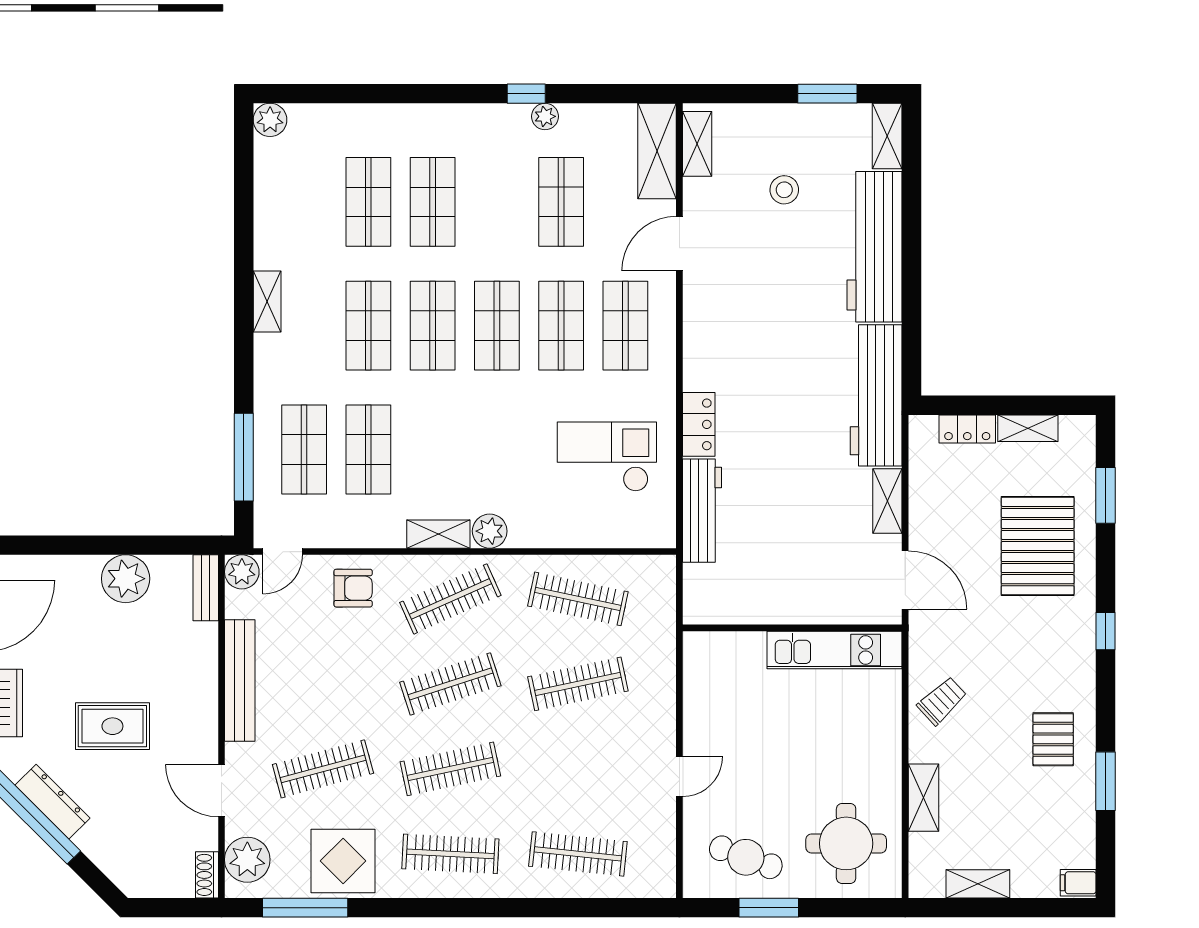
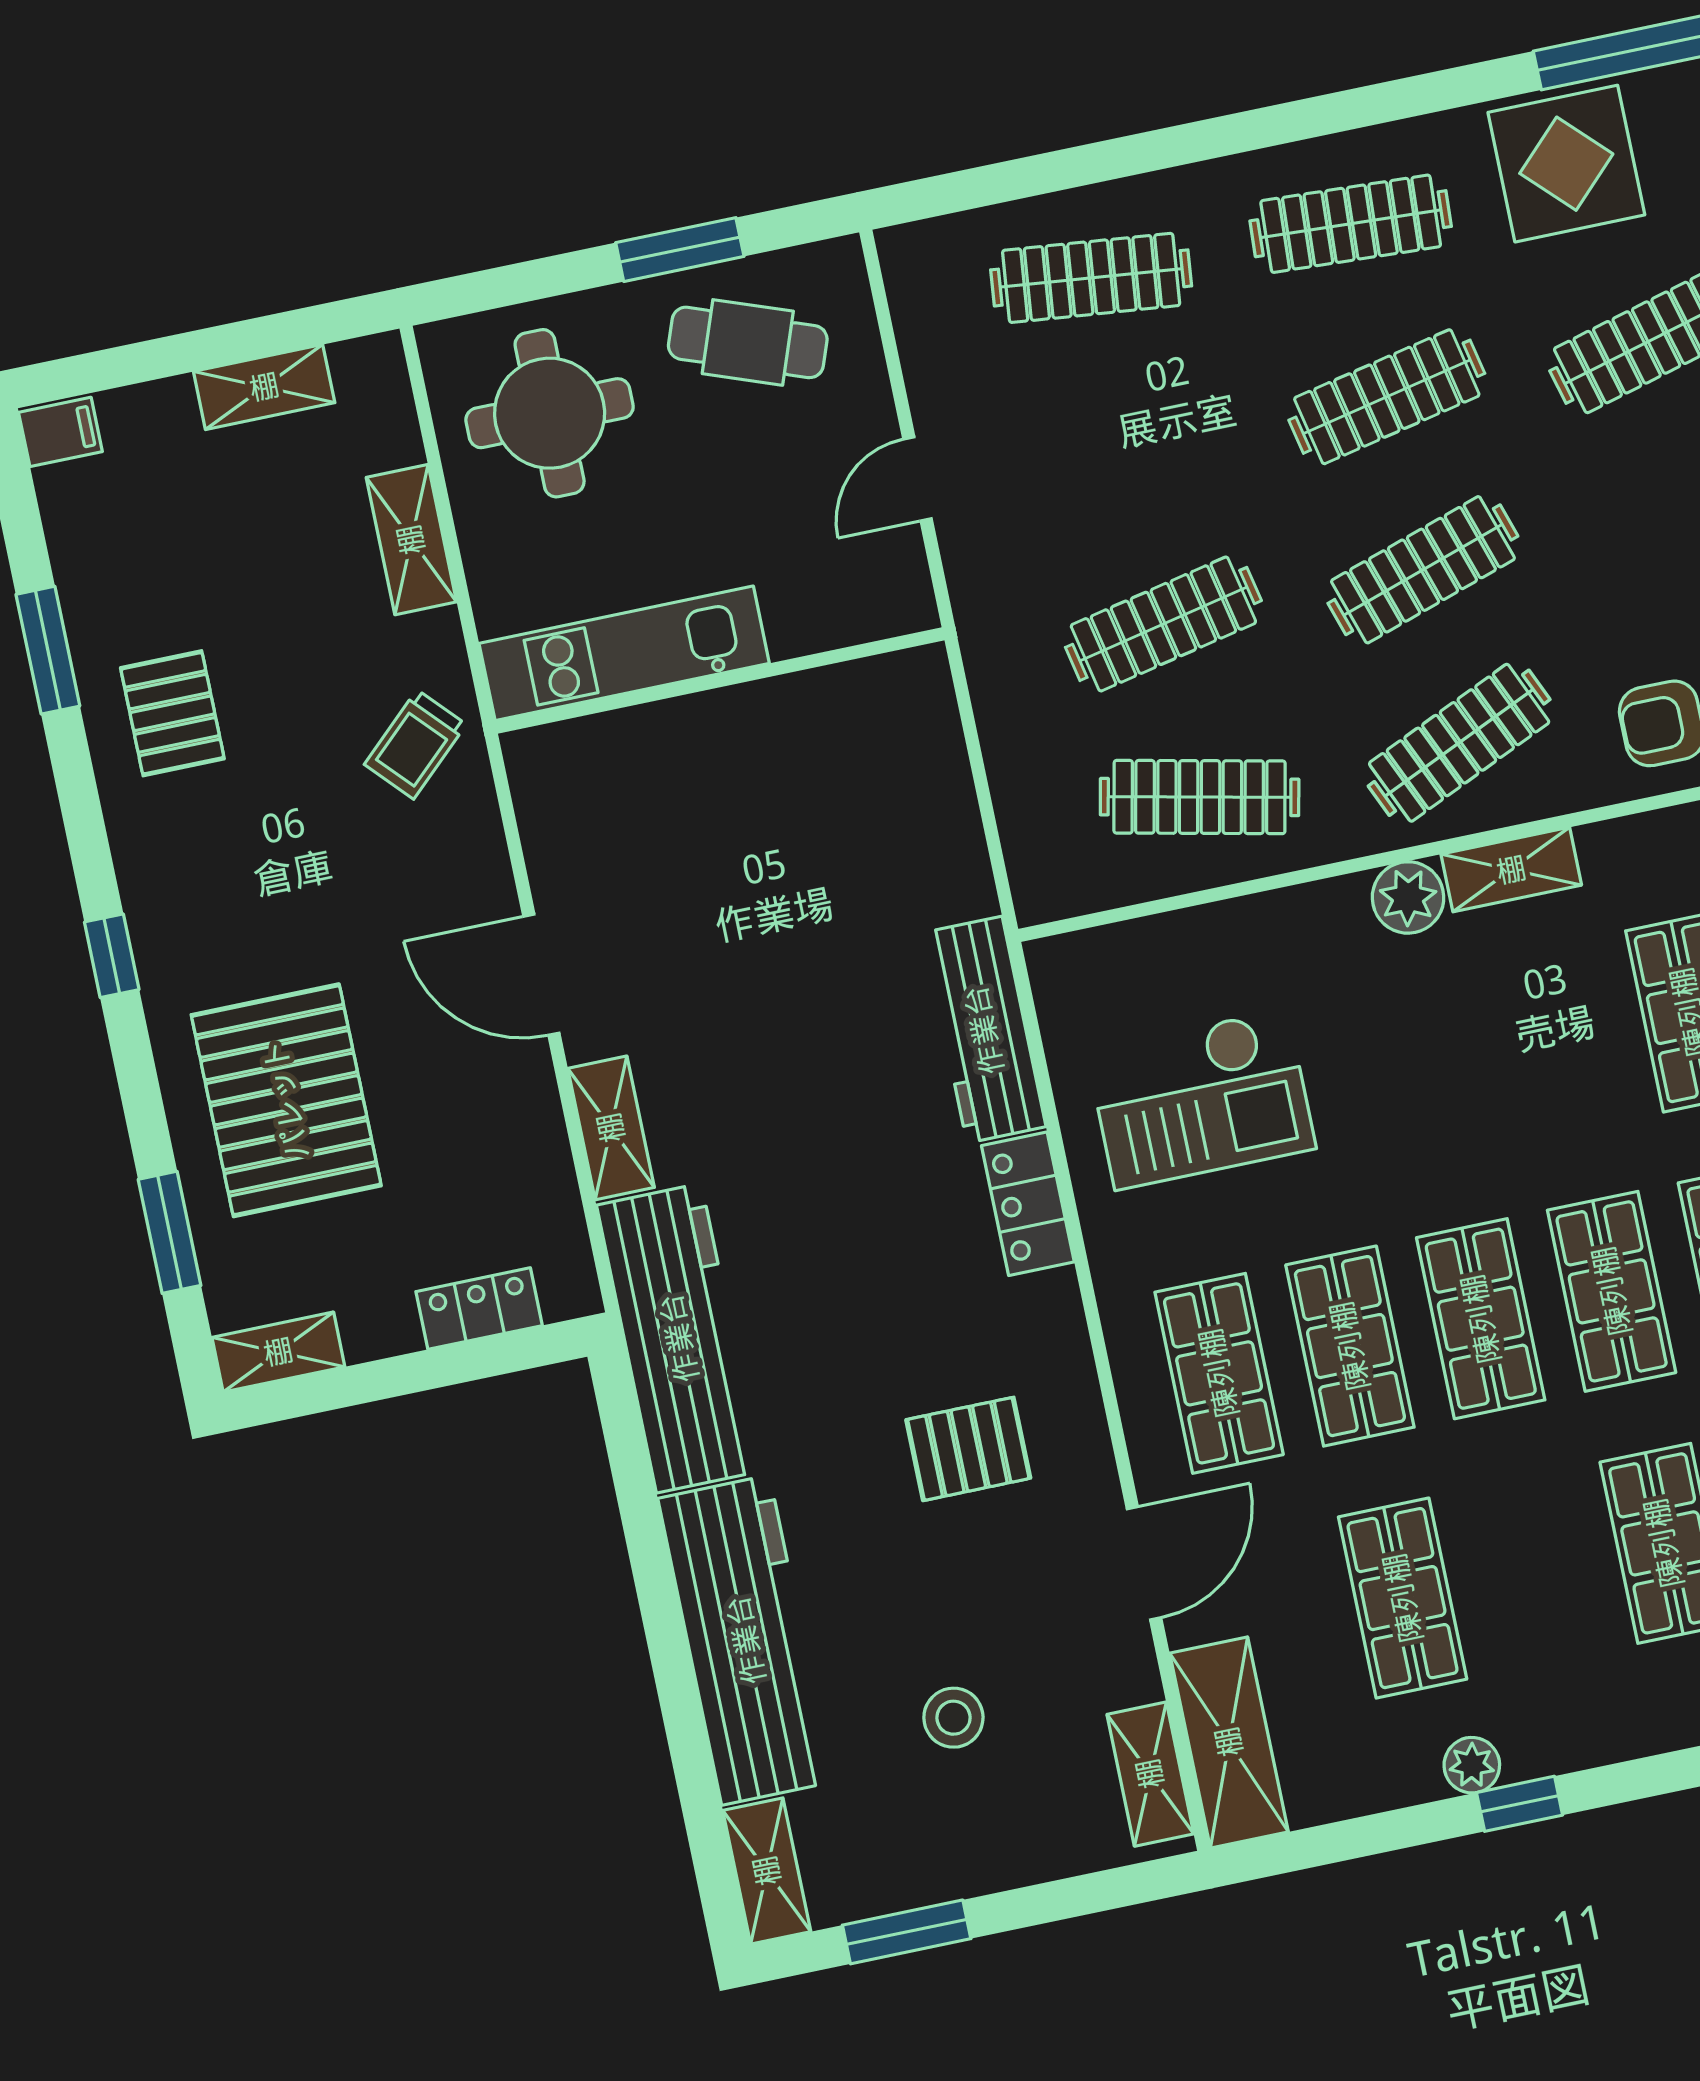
pallet: (751, 315) -> (968, 1449), added
shelving: (1028, 428) -> (278, 1352), moved
wall: (792, 628) -> (720, 680), moved
kitchen unit: (835, 650) -> (624, 653), moved

